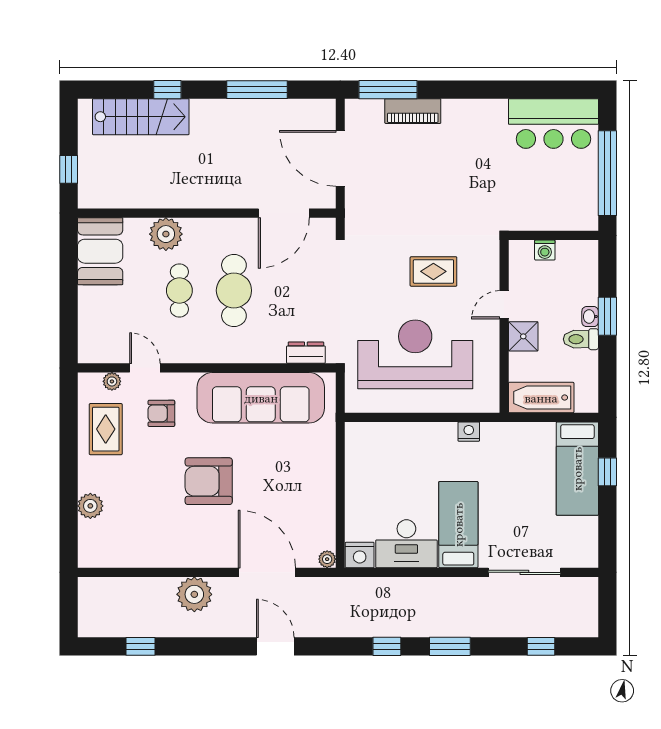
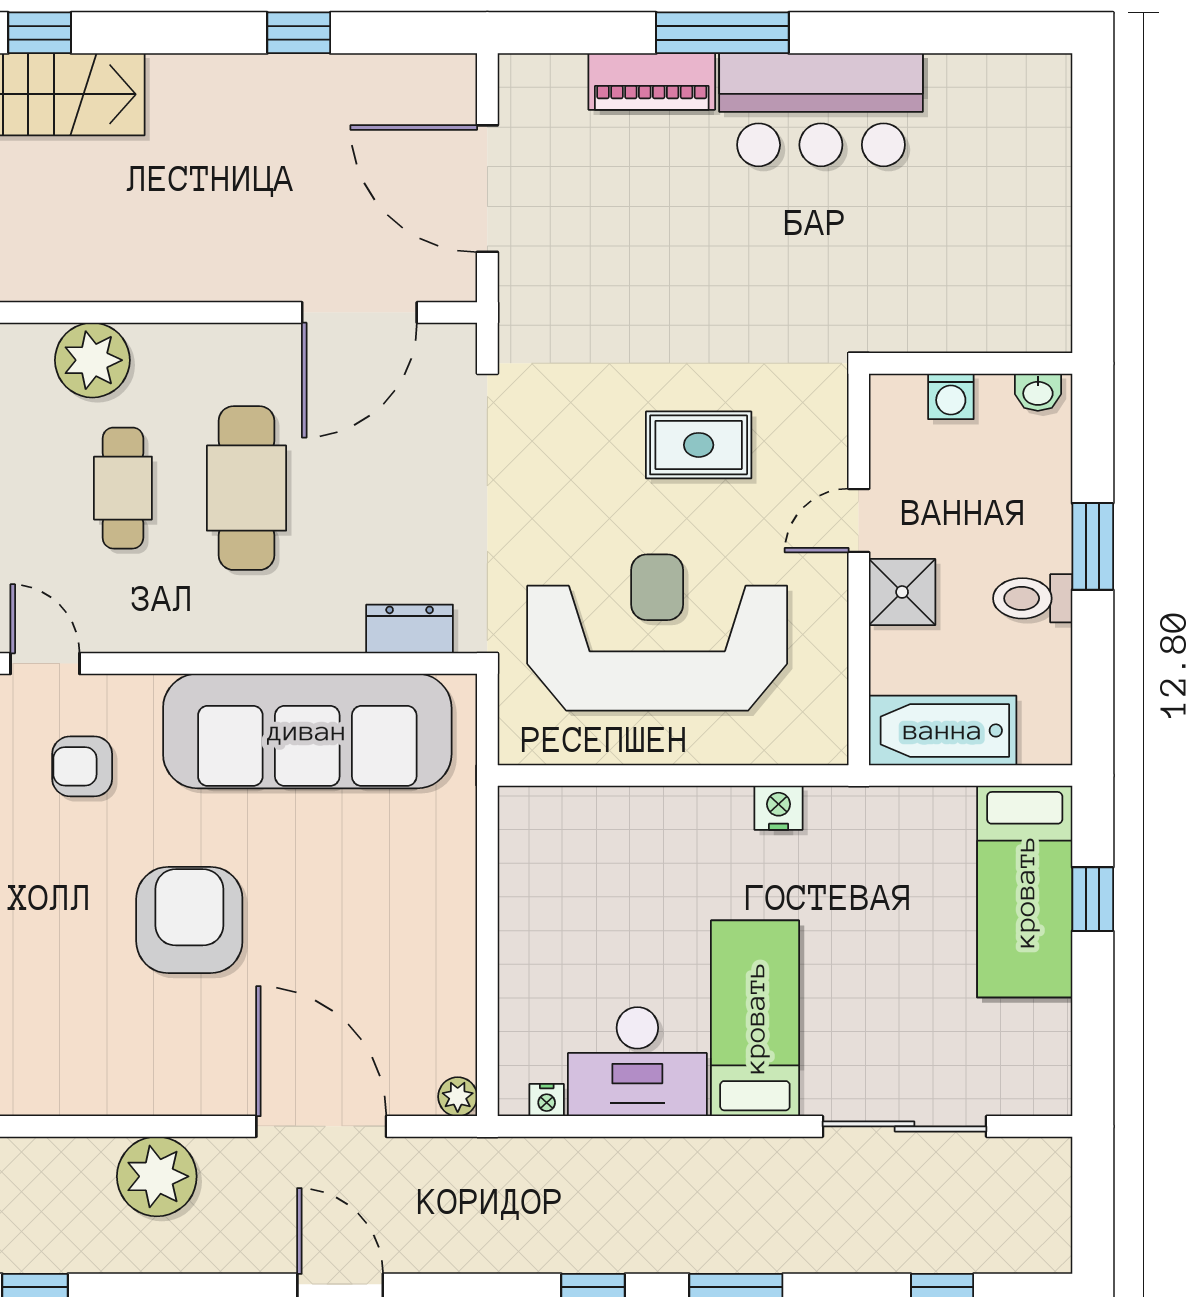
window: (167, 90) -> (40, 33), moved
window: (257, 90) -> (299, 33), width x0.46
window: (388, 90) -> (722, 33), moved
bar counter: (553, 124) -> (821, 110), moved
window: (607, 173) -> (1093, 222), removed
washbasin: (590, 317) -> (1038, 392), moved, turned -90
armchair: (209, 481) -> (189, 920), turned 90
nightstand: (360, 555) -> (547, 1100), width x0.53, depth x0.56

